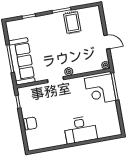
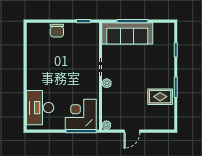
desk: (80, 130) -> (40, 108), moved

